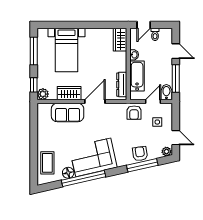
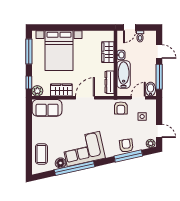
wardrobe: (120, 40) -> (108, 52), moved
bed with nightstands: (67, 50) -> (59, 51), width x1.36
sofa: (68, 112) -> (47, 108), moved

